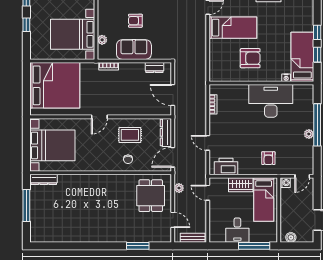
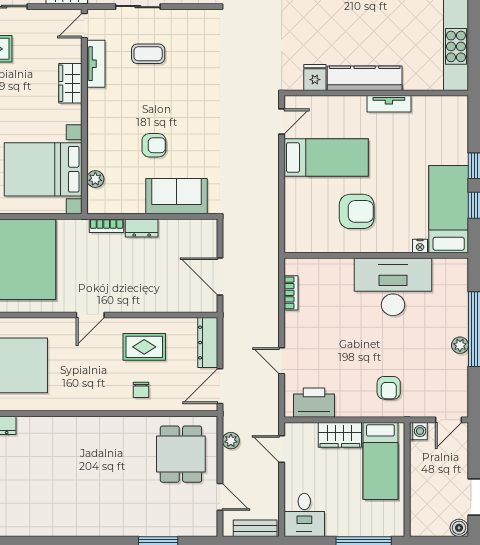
armchair: (135, 21) -> (154, 145), turned 180
sofa: (134, 50) -> (176, 196), moved
dresser: (154, 68) -> (142, 228), moved
desk: (237, 230) -> (304, 515), moved
boiler: (291, 237) -> (459, 528), moved

